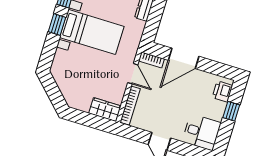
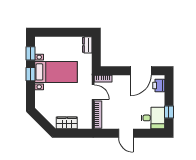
door: (184, 58) -> (141, 71), moved
wardrobe: (105, 110) -> (67, 123), moved
window: (231, 111) -> (169, 112), moved

